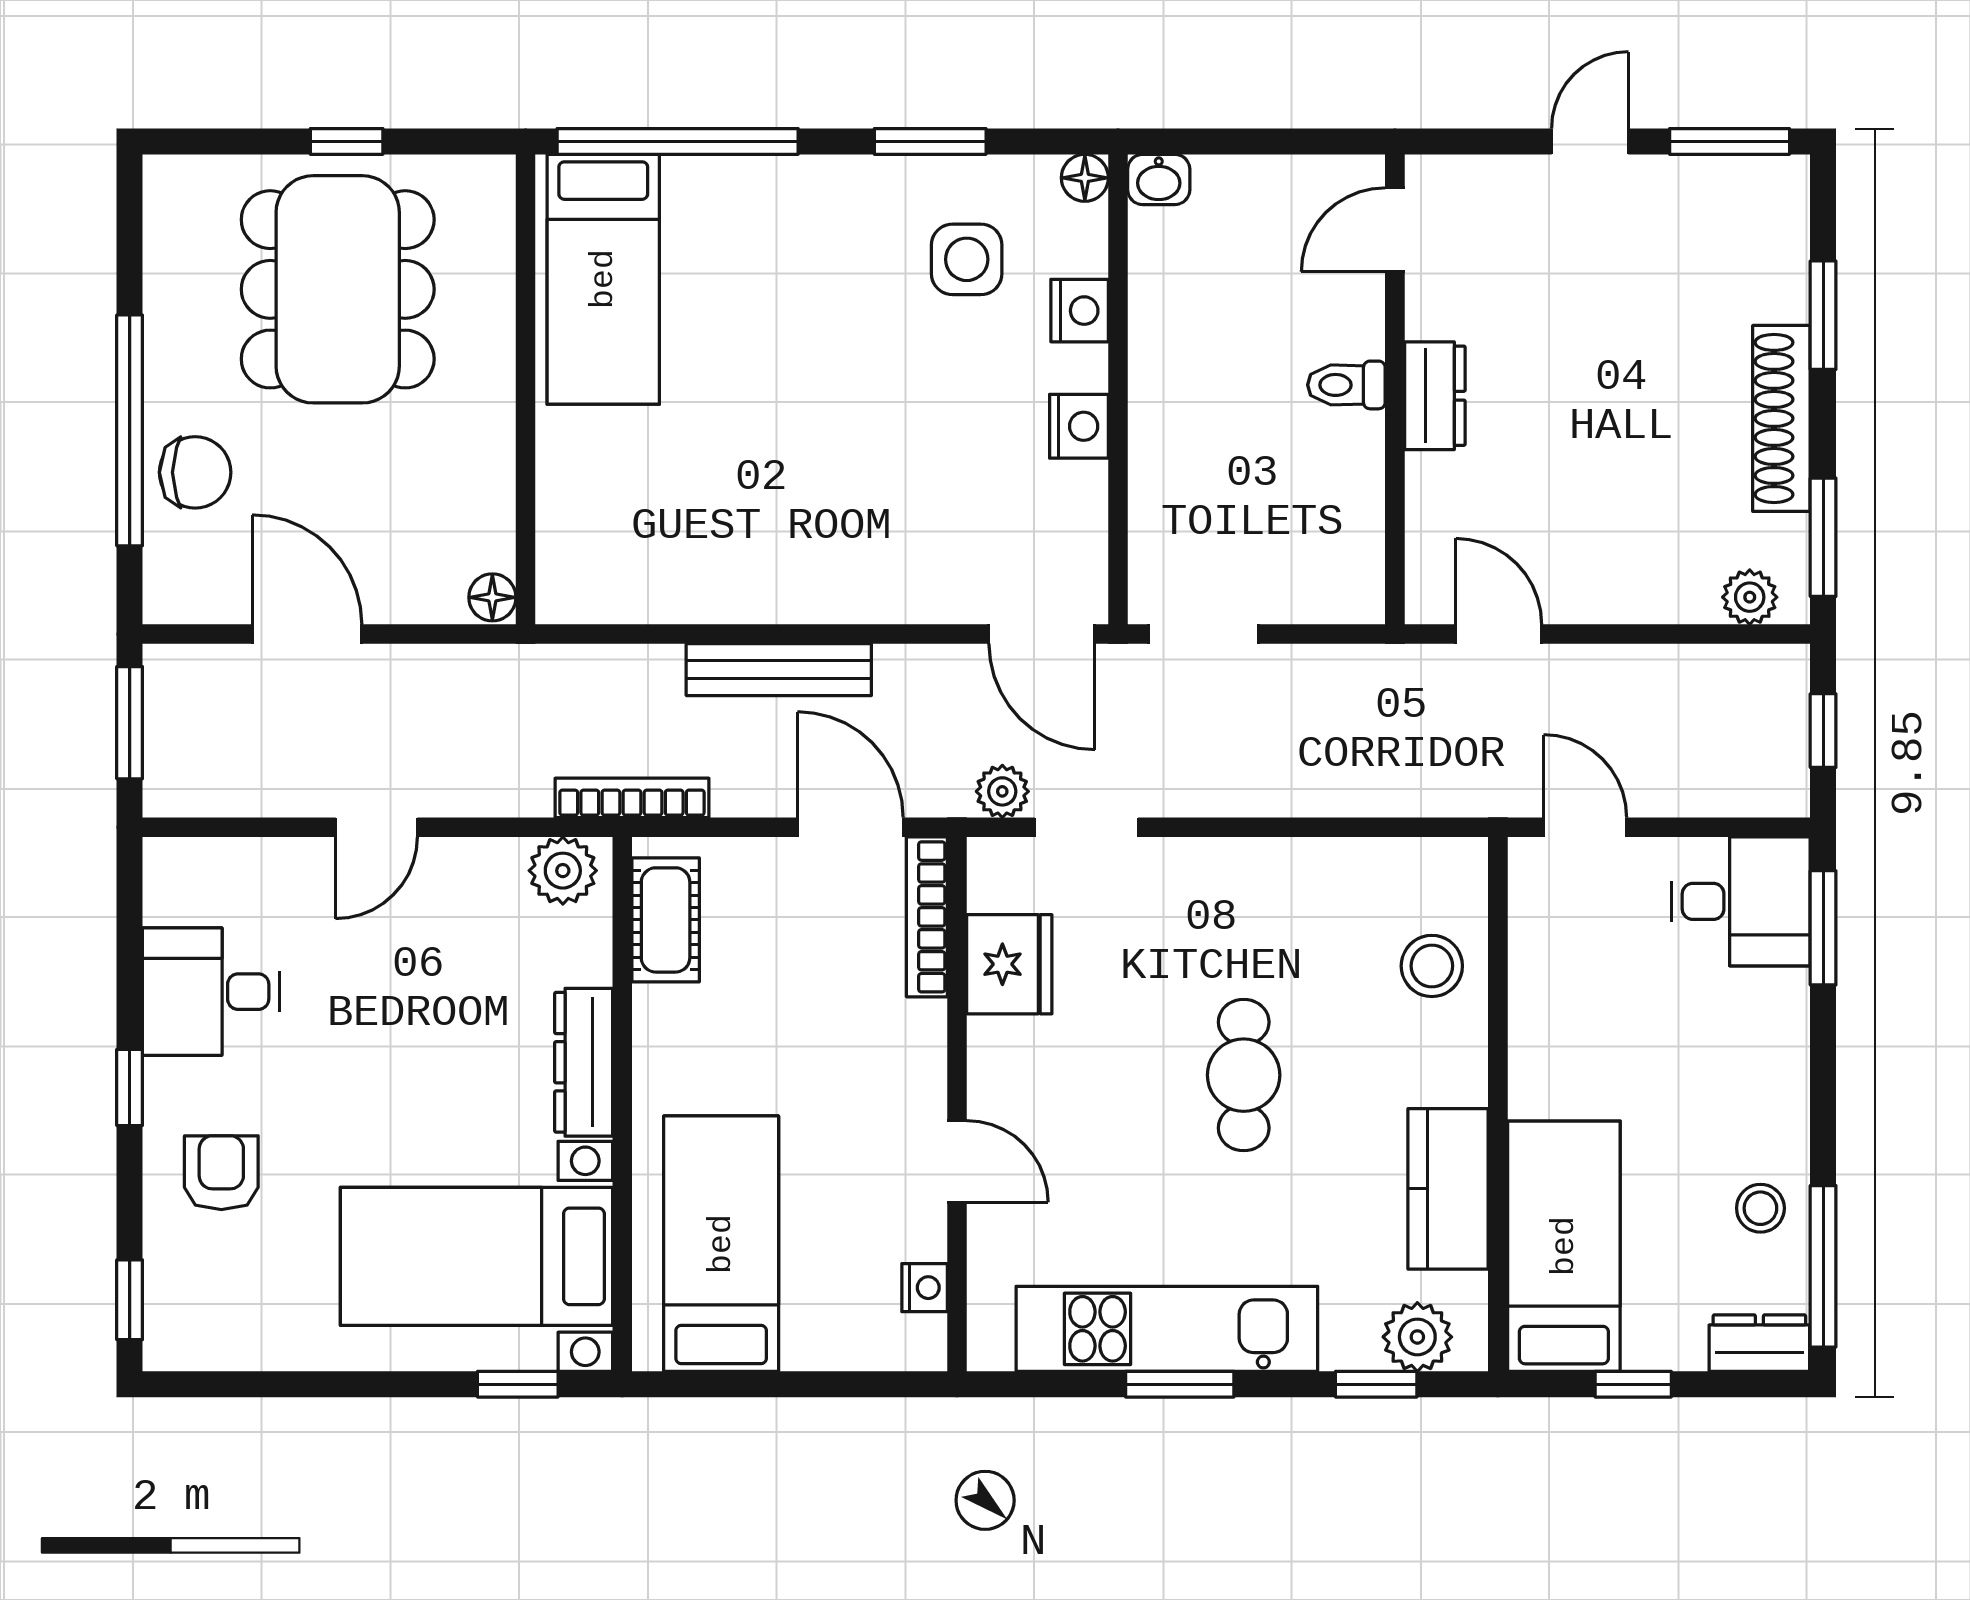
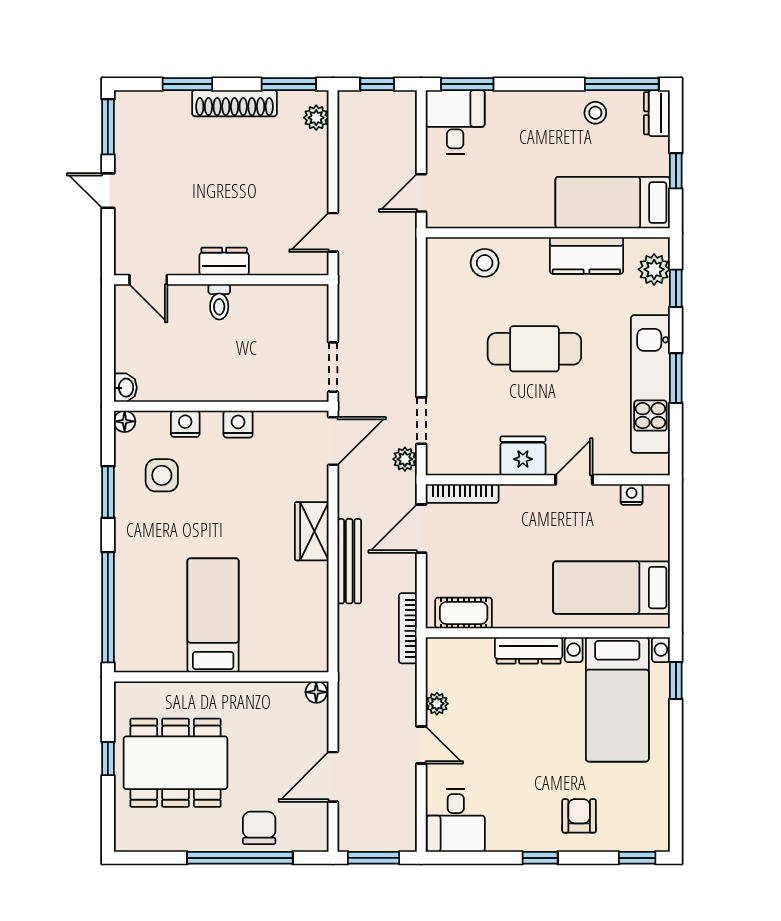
bed: (603, 279) -> (213, 615), moved, turned -90
wardrobe: (844, 587) -> (312, 531), added
plant: (563, 871) -> (437, 704), moved, width x0.73, depth x0.73
fridge: (1009, 964) -> (523, 456), moved
desk: (211, 992) -> (456, 821), moved
cafe table: (1244, 1075) -> (534, 349), width x1.37, depth x1.35
armchair: (221, 1173) -> (579, 816), turned 90

